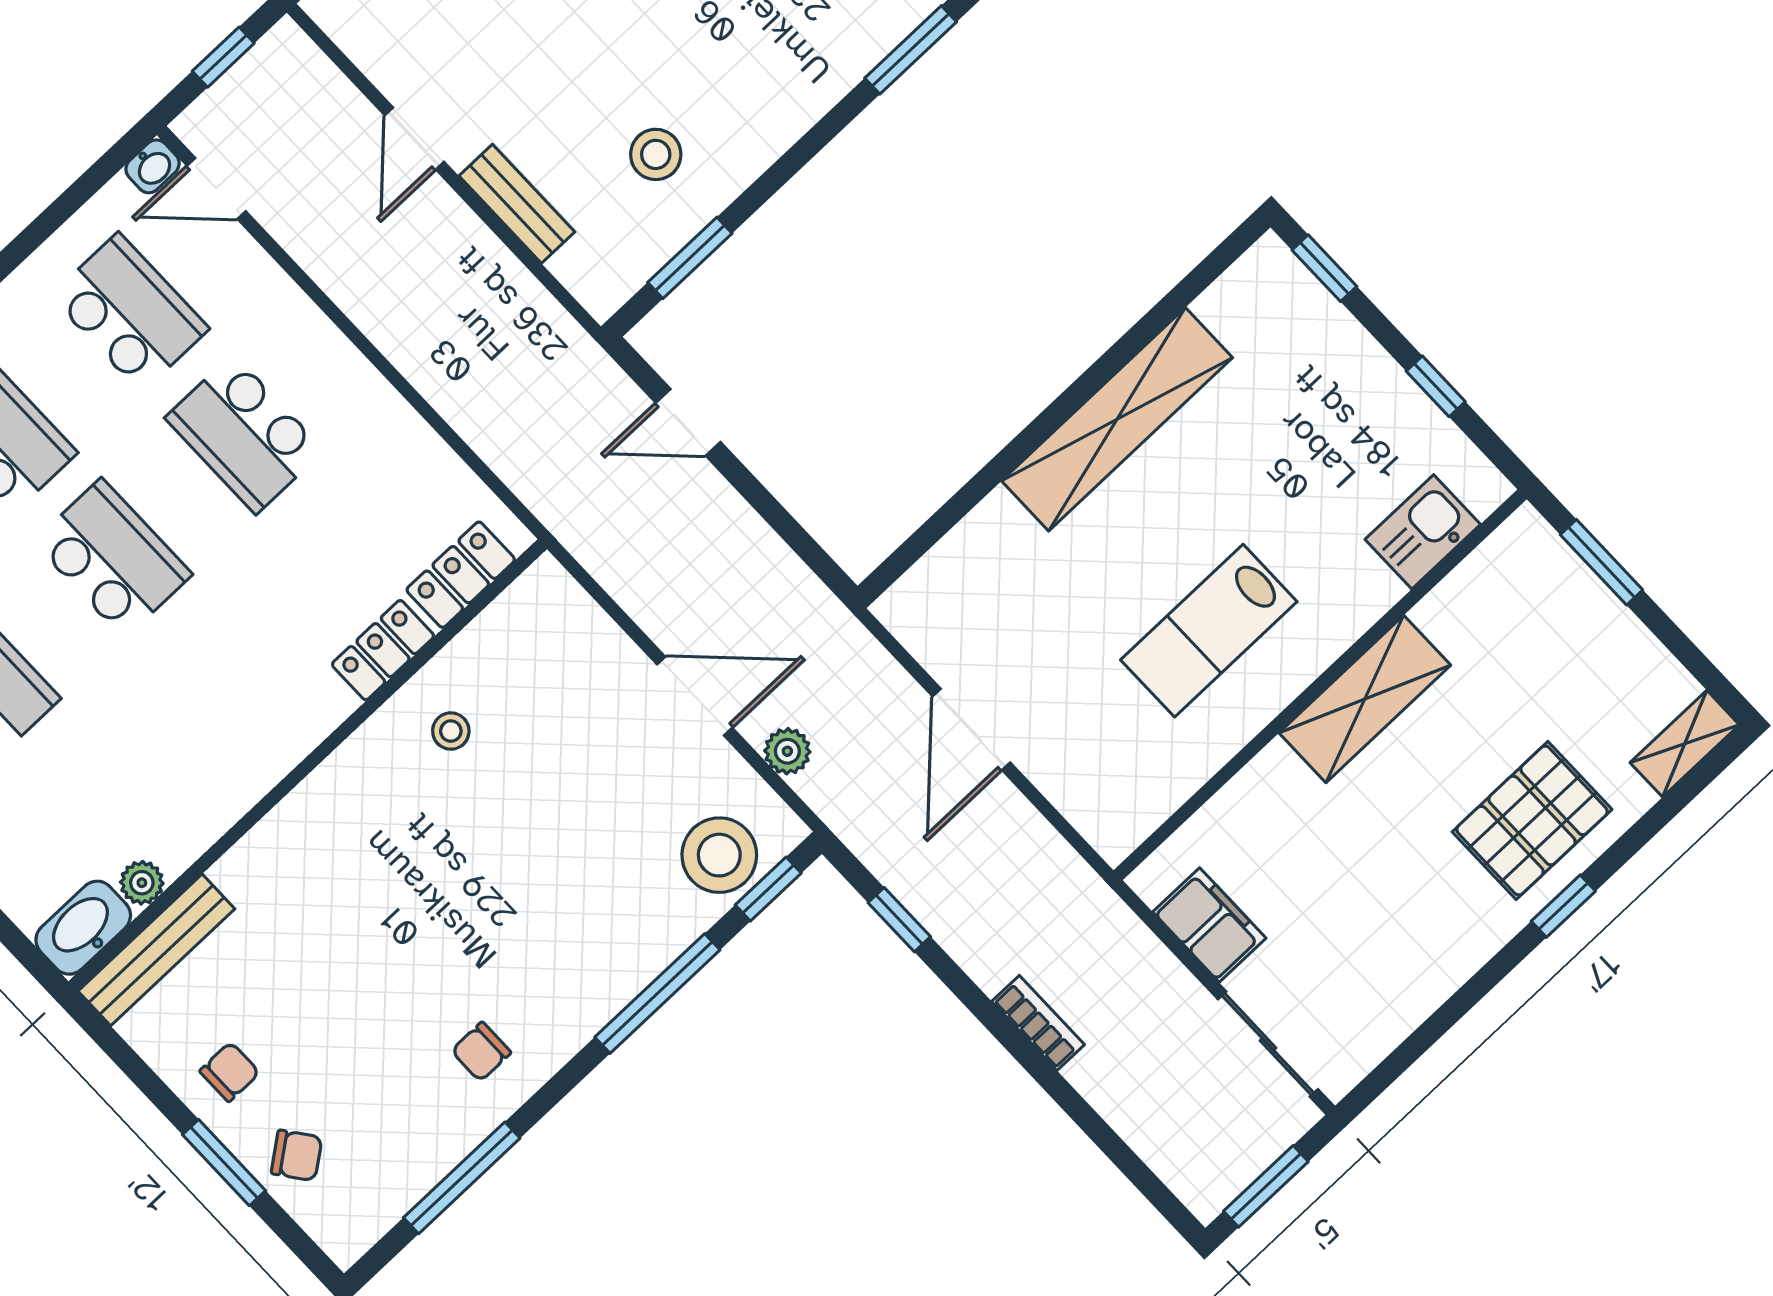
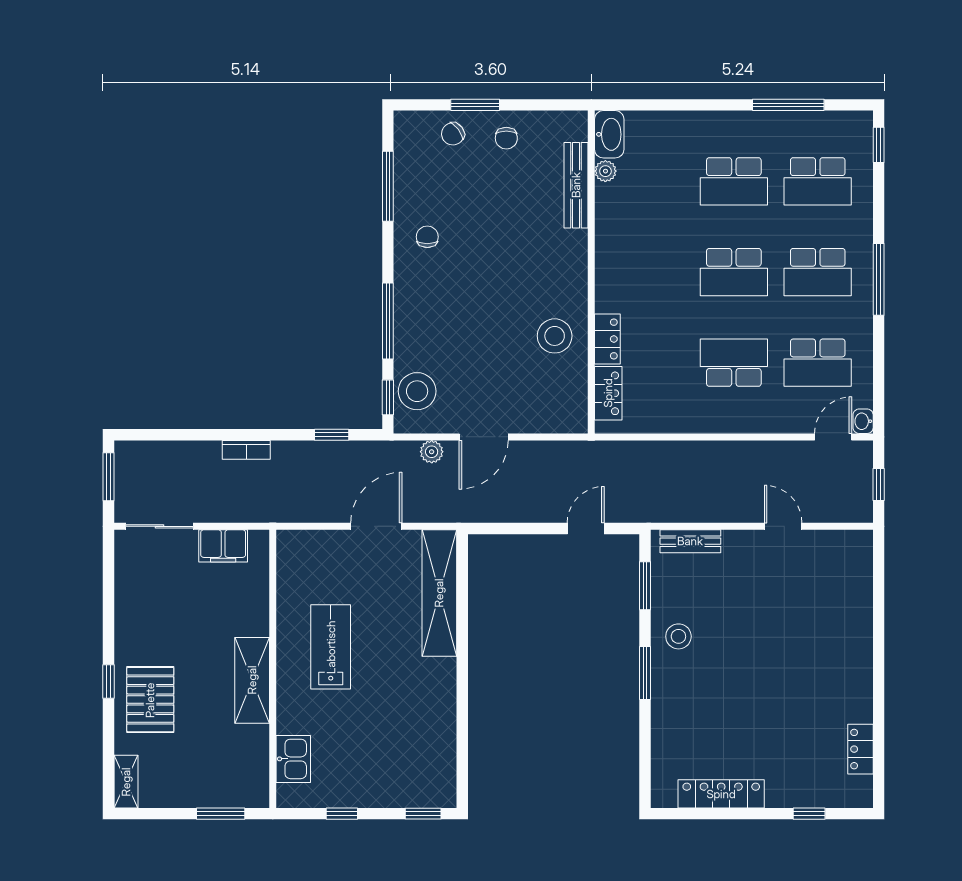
window: (911, 50) -> (645, 673), moved
stool: (656, 154) -> (678, 636), moved
bench: (517, 204) -> (690, 541), moved
shelving: (1117, 419) -> (439, 593), moved
door: (971, 729) -> (376, 526), hinge flipped
stool: (451, 731) -> (555, 336), width x1.89, depth x1.89
bench: (156, 950) -> (576, 185), moved

